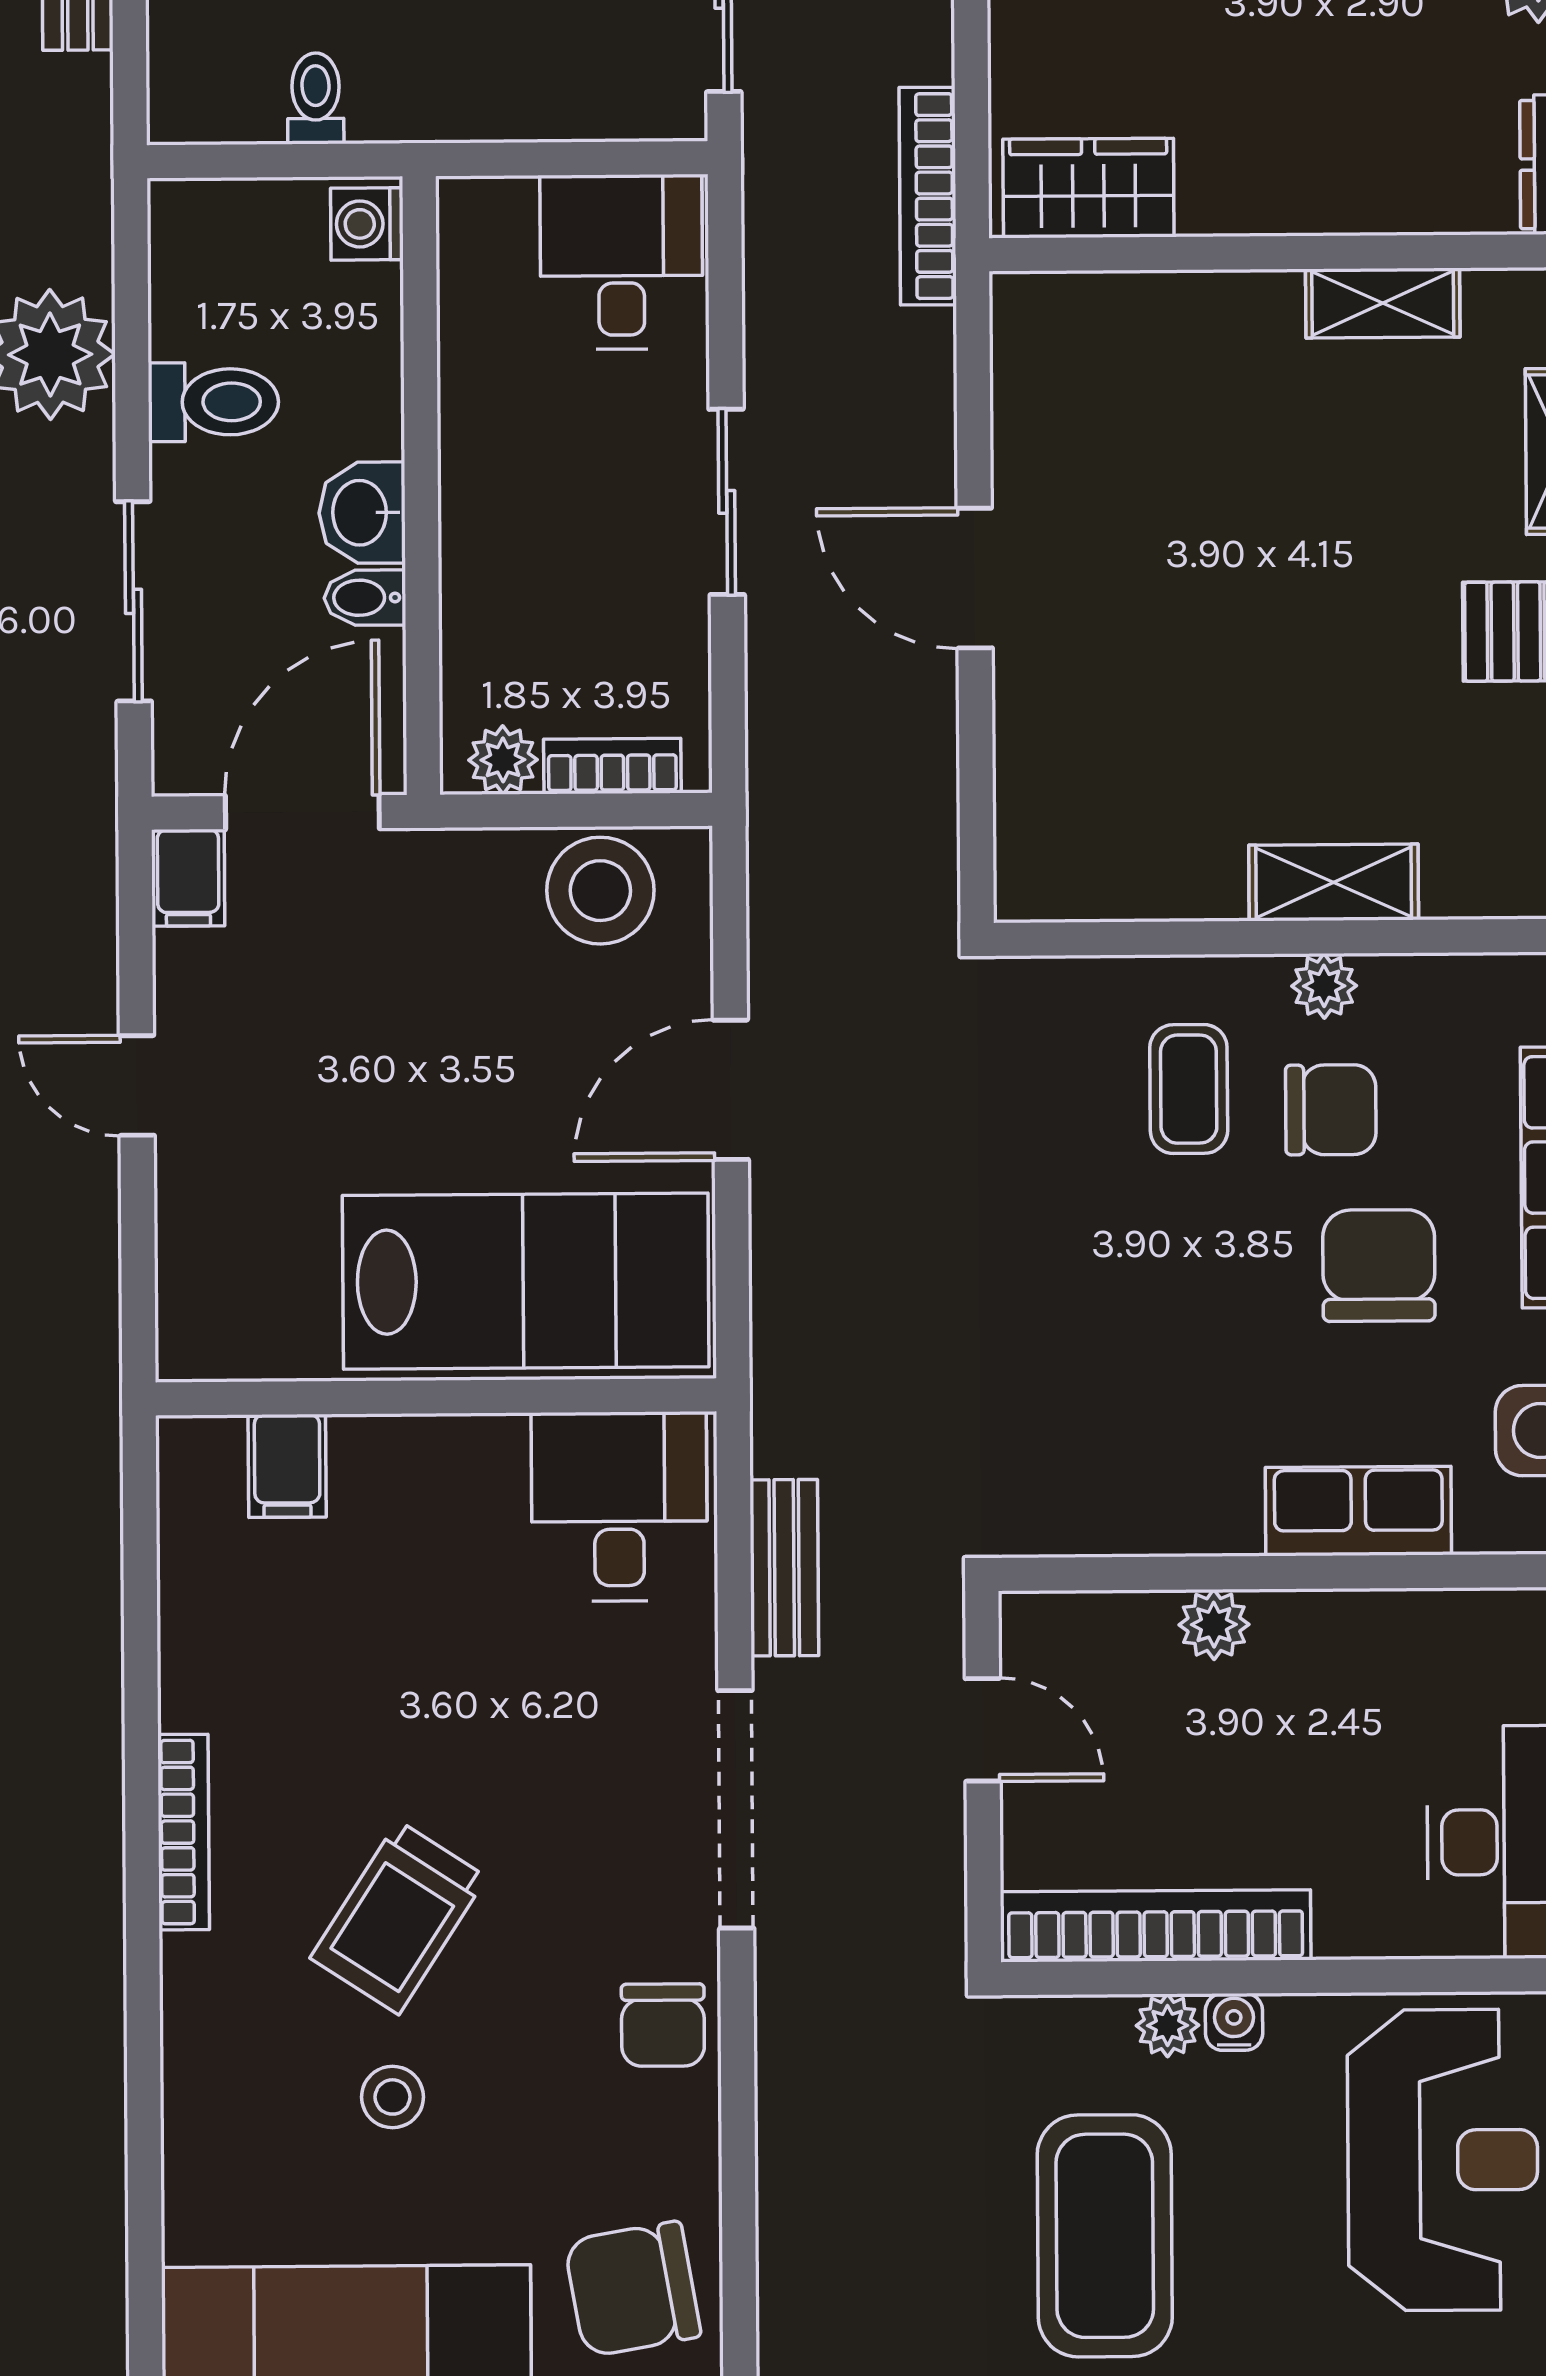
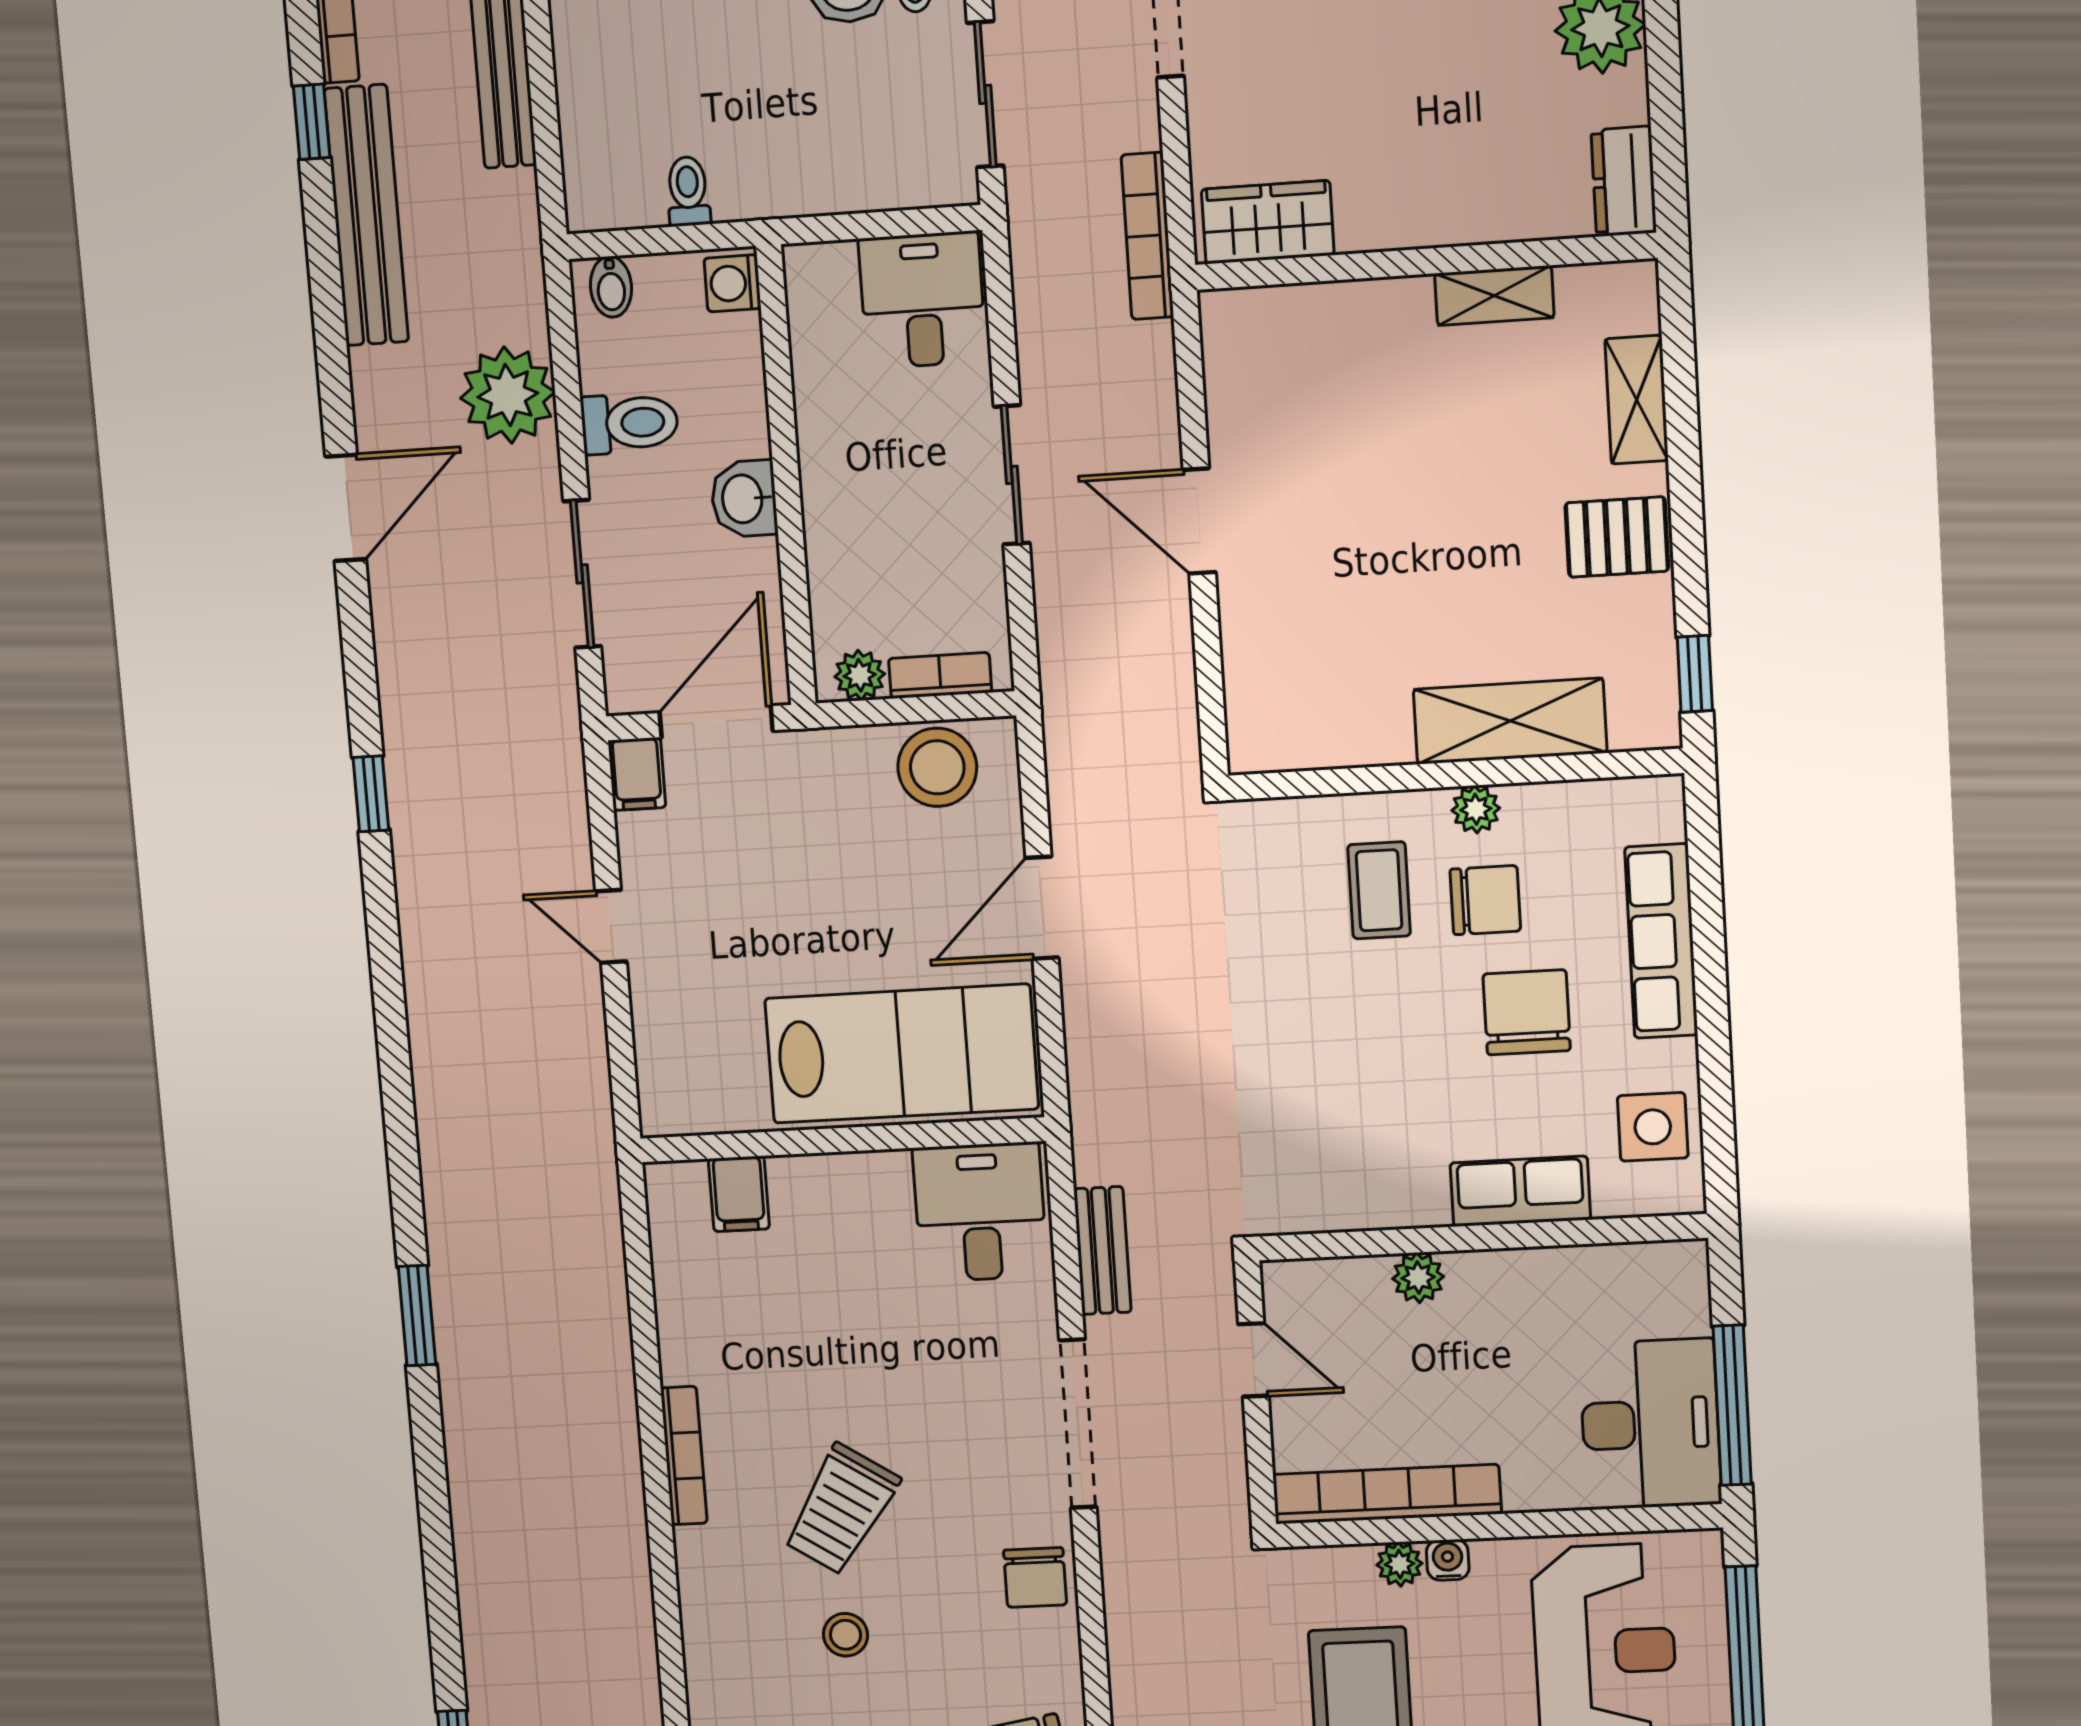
bidet: (365, 598) -> (611, 287), moved, turned -90
shelving: (1334, 882) -> (1510, 721), width x1.50, depth x1.33

